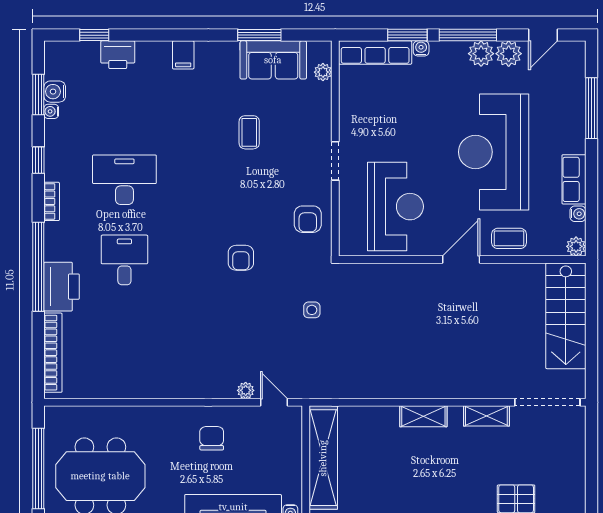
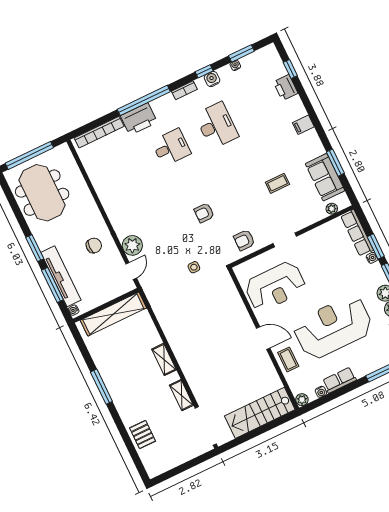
water cooler: (55, 92) -> (212, 79), moved
plant: (246, 390) -> (132, 245), width x1.88, depth x1.88

